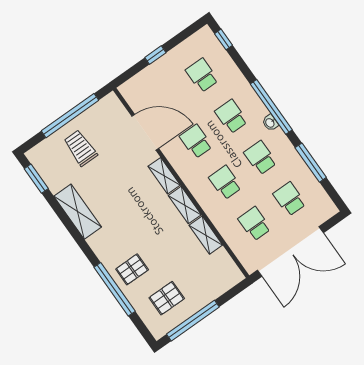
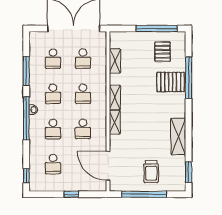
door: (145, 132) -> (108, 166), moved
shelving: (206, 235) -> (115, 61), moved
pallet: (132, 269) -> (171, 82), width x1.50, depth x1.42
pallet: (167, 298) -> (163, 52), turned 90

